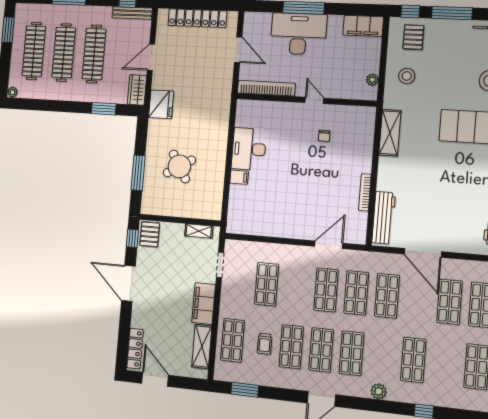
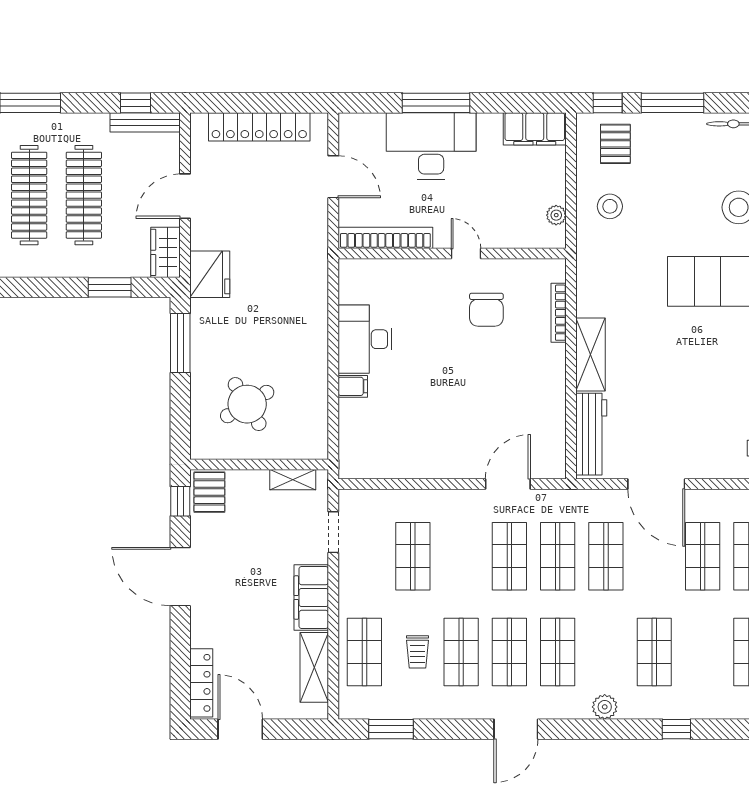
shelving: (390, 133) -> (591, 355), moved
chair: (324, 136) -> (486, 310), width x1.87, depth x1.87
round table: (179, 166) -> (247, 404), moved
window: (138, 173) -> (180, 343), moved
bookcase: (365, 192) -> (559, 313), moved

